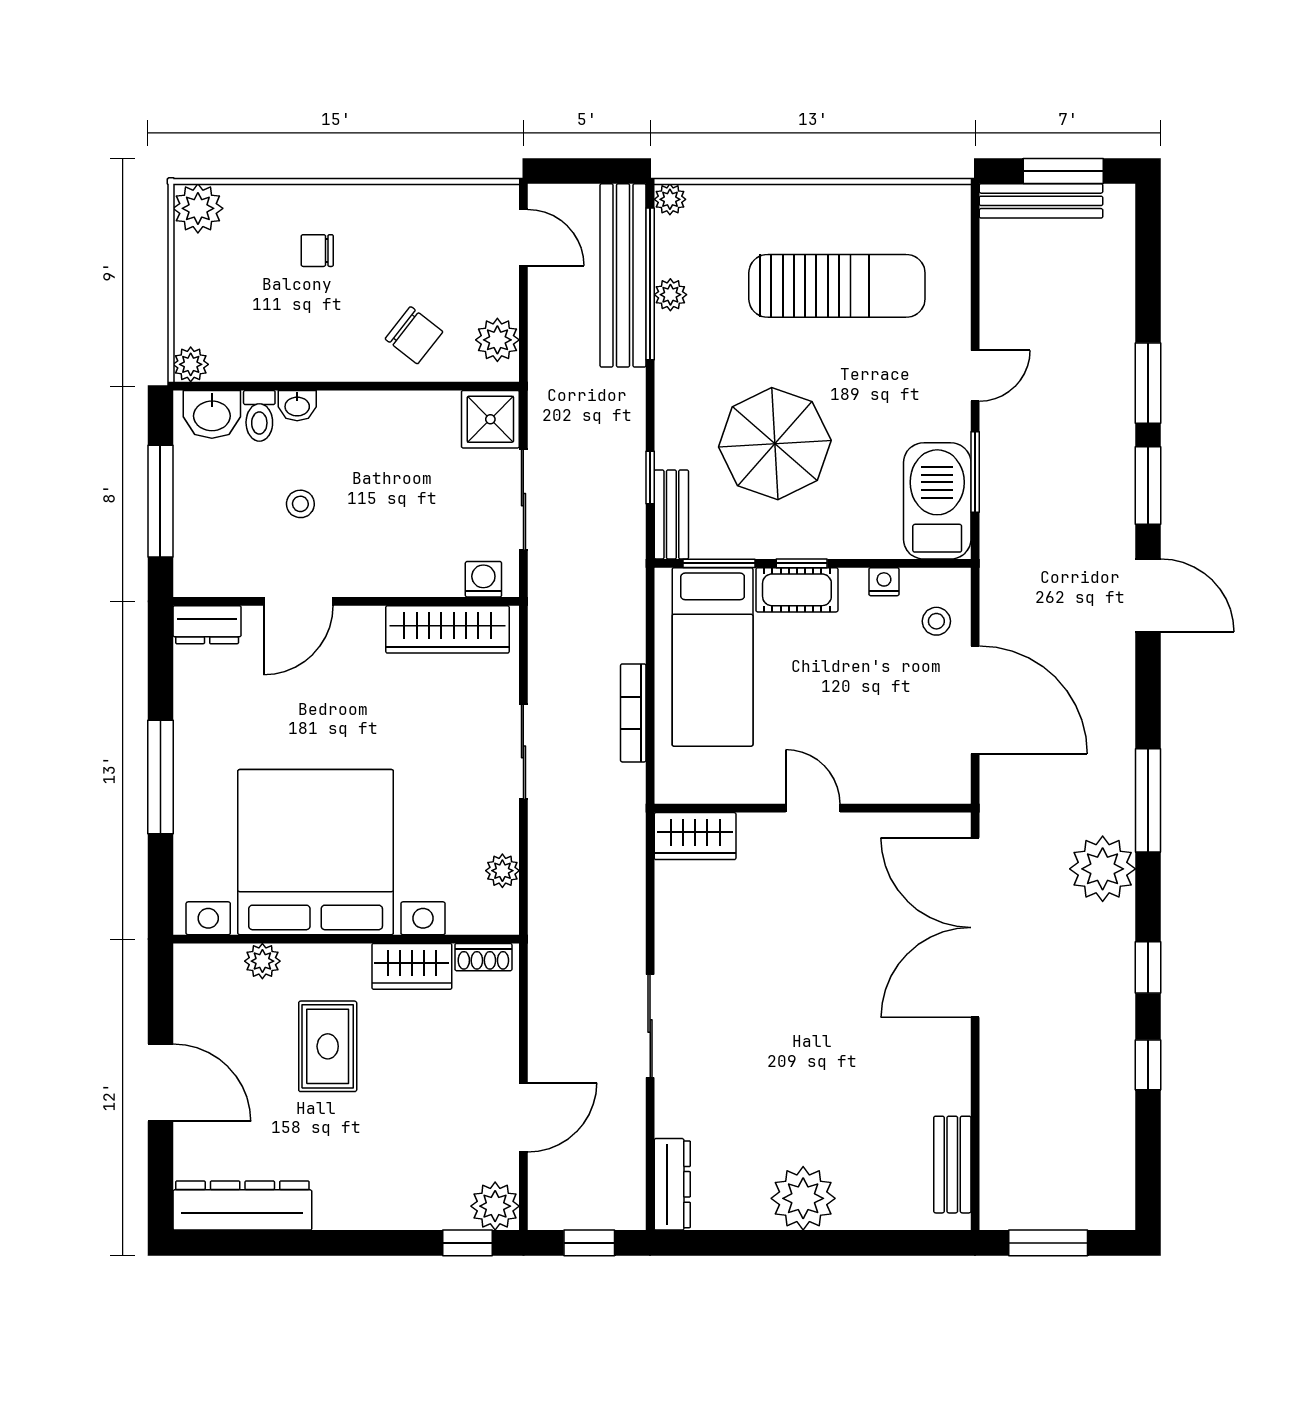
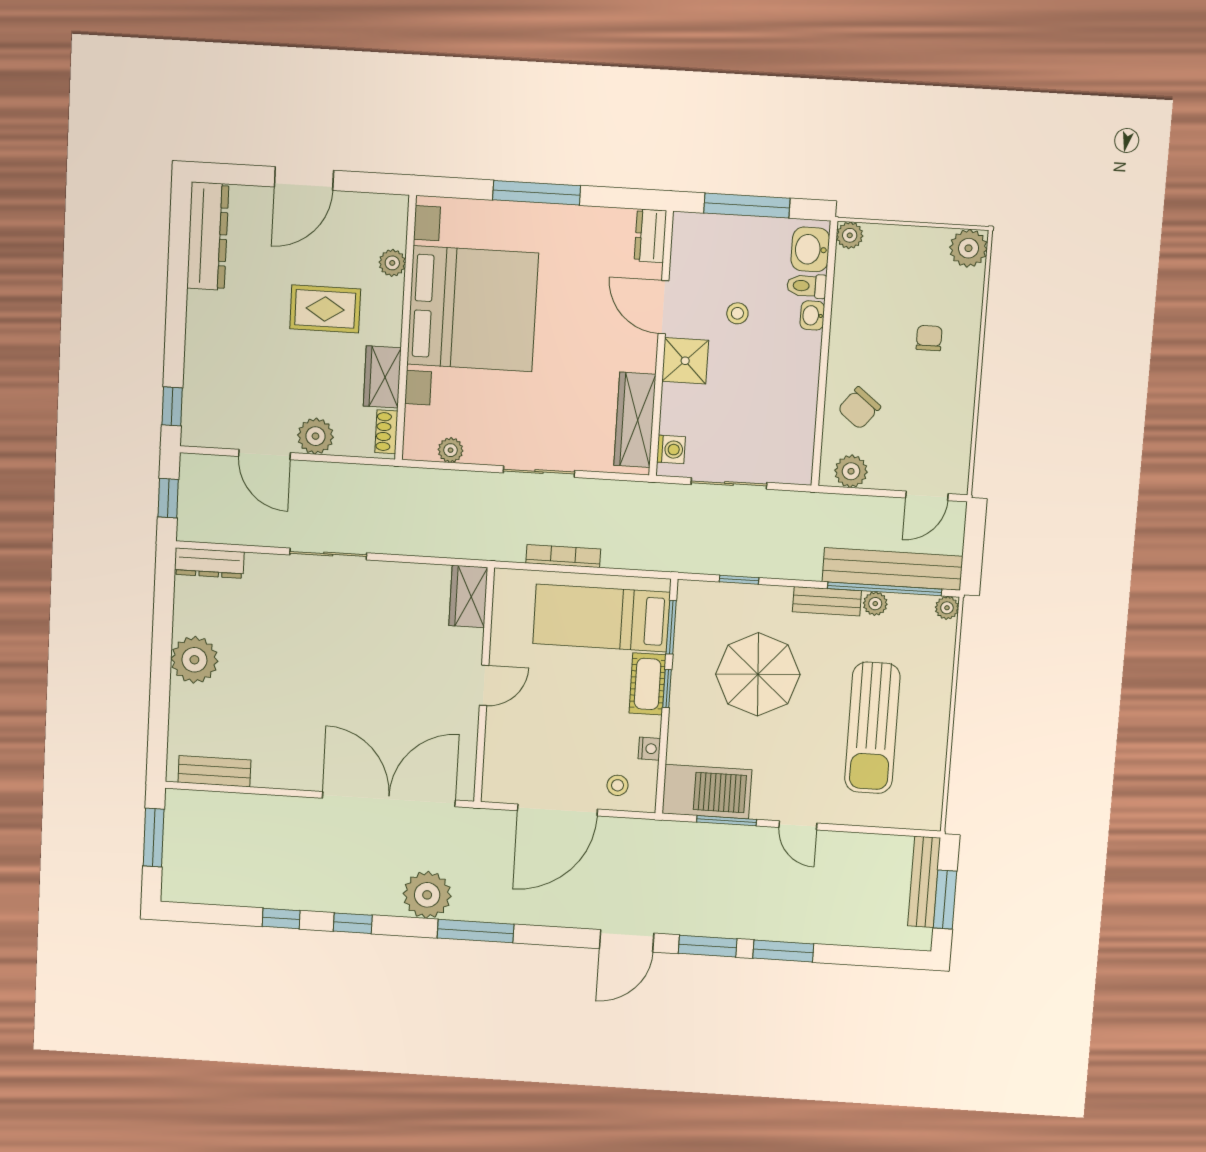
shower: (490, 419) -> (685, 361), moved
bench: (671, 514) -> (827, 601), moved
plant: (495, 1206) -> (315, 436), moved

